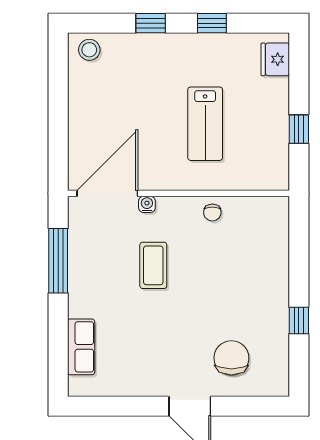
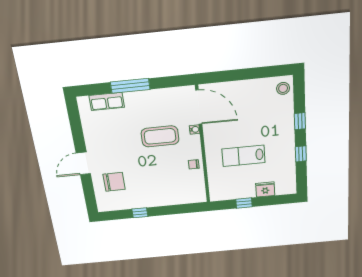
fridge: (275, 59) -> (265, 189), moved
window: (58, 261) -> (130, 86), moved
coffee table: (153, 265) -> (160, 136), width x1.36, depth x1.32

